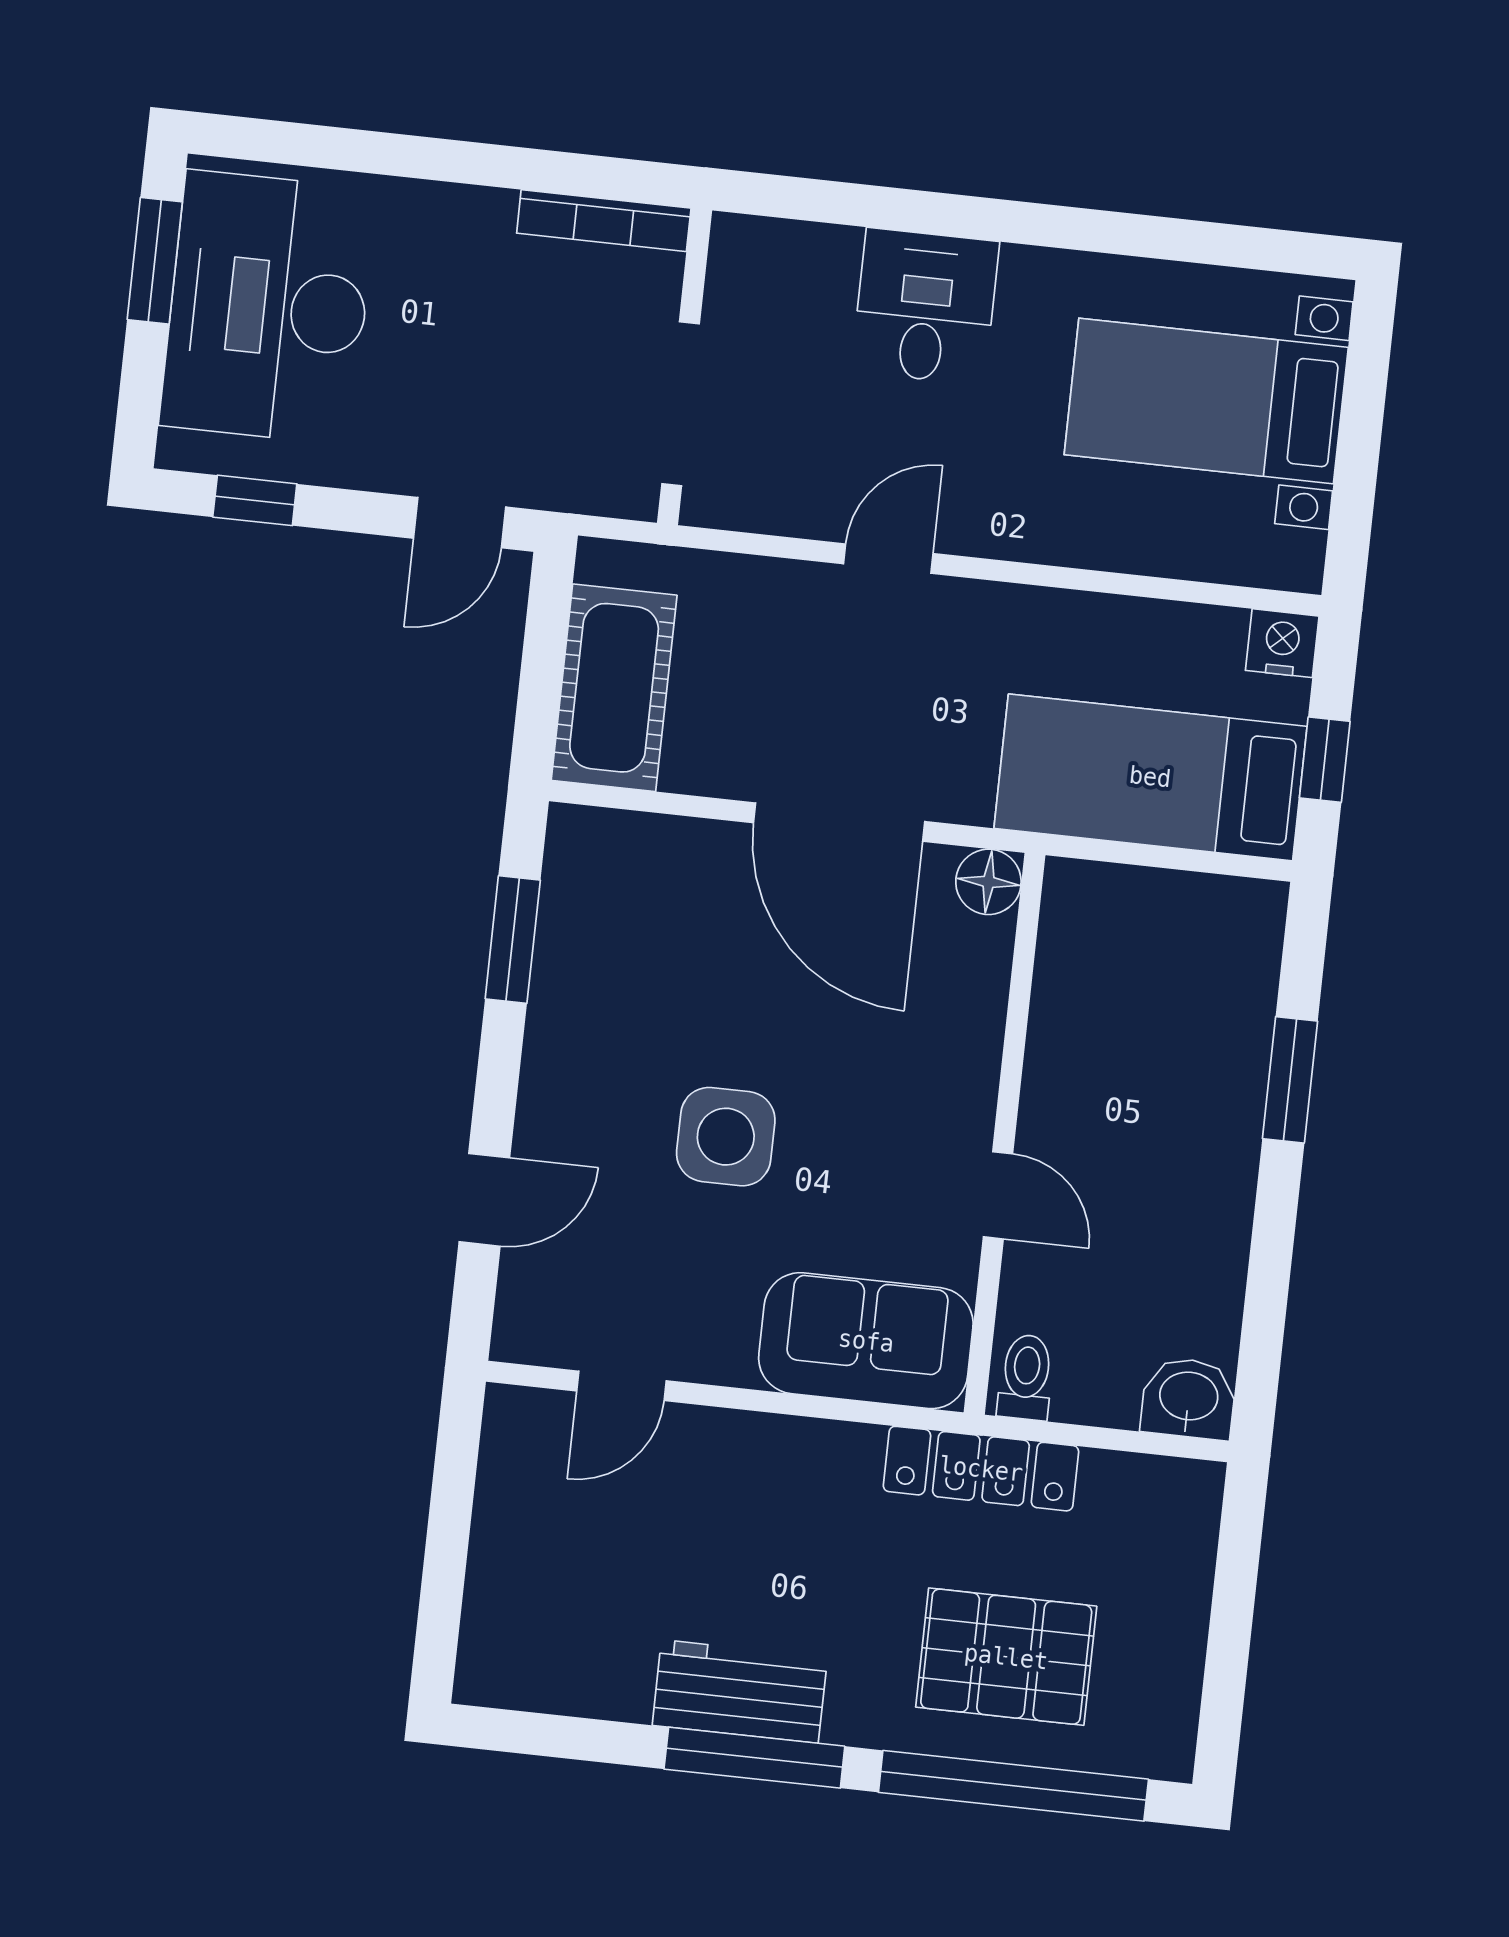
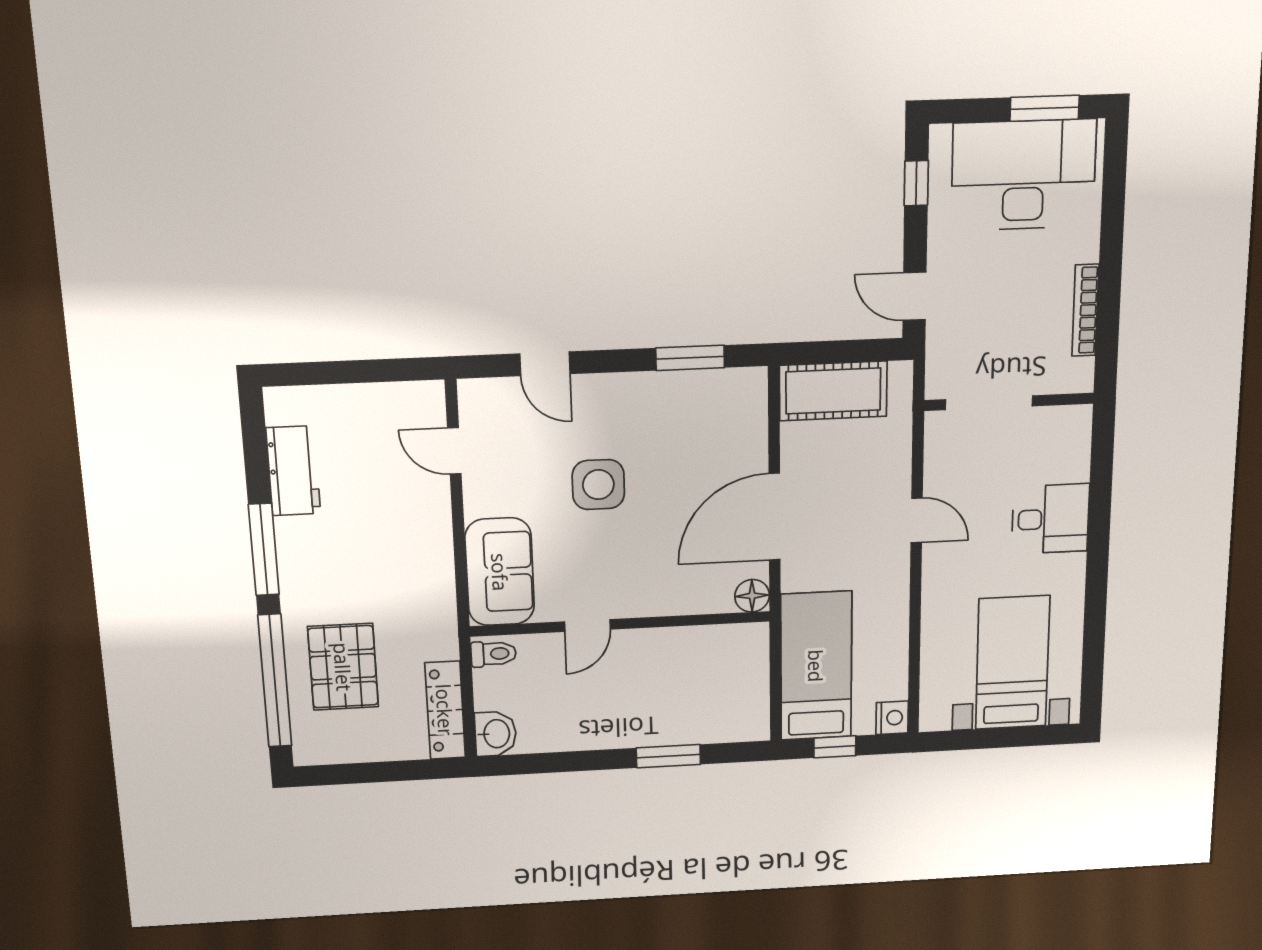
bookcase: (604, 221) -> (1085, 310), moved
locker: (981, 1469) -> (445, 710), moved
workbench: (740, 1691) -> (293, 471), moved

